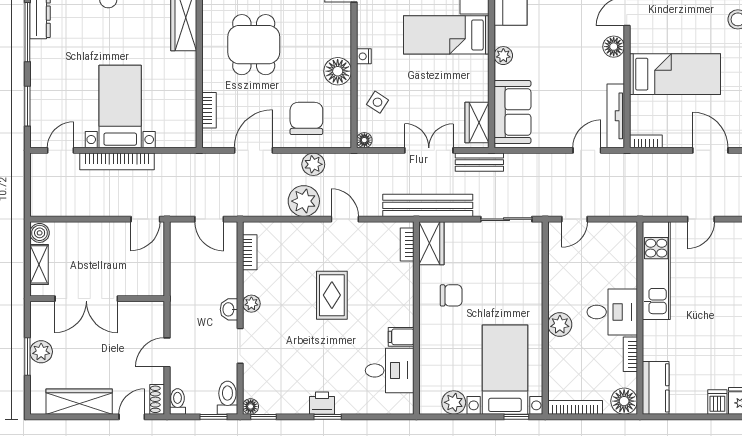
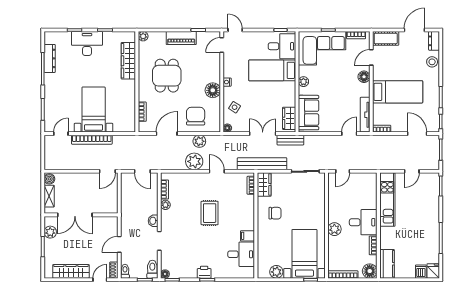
plant: (251, 304) -> (165, 205), moved
plant: (41, 352) -> (50, 232), moved

